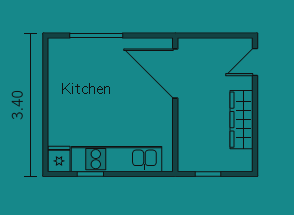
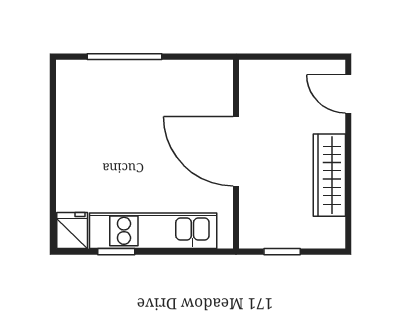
door: (255, 62) -> (348, 94), hinge flipped
door: (175, 73) -> (236, 151), moved

